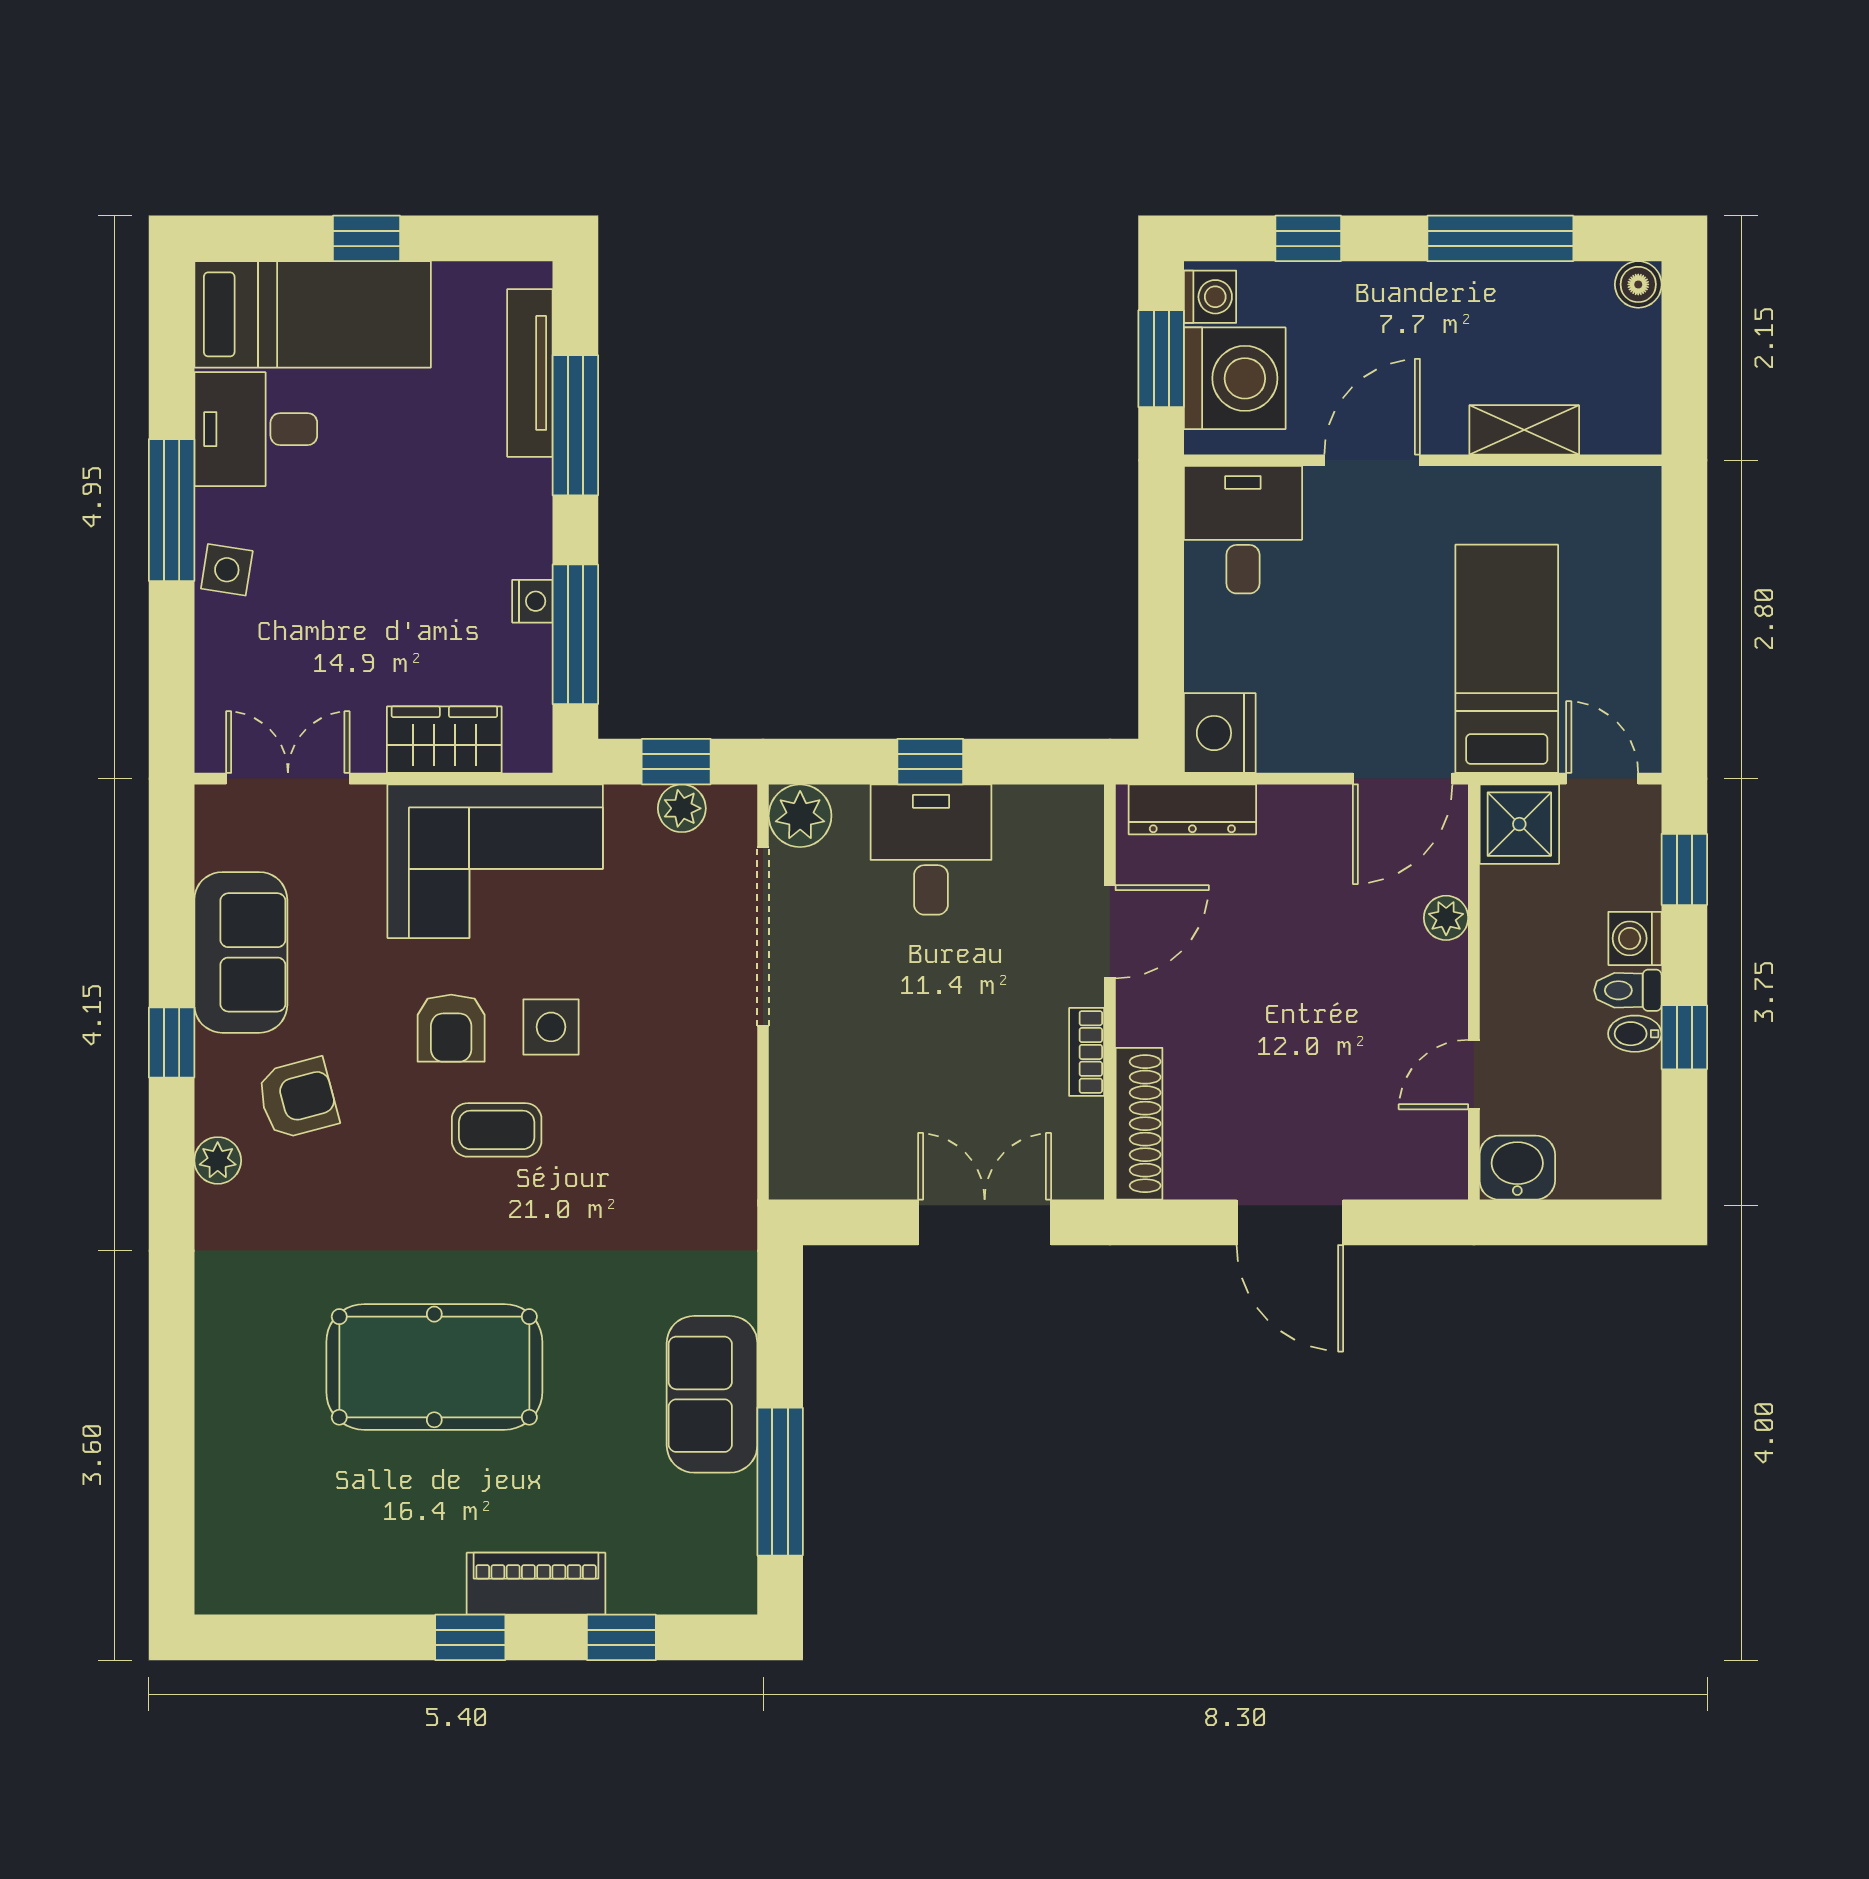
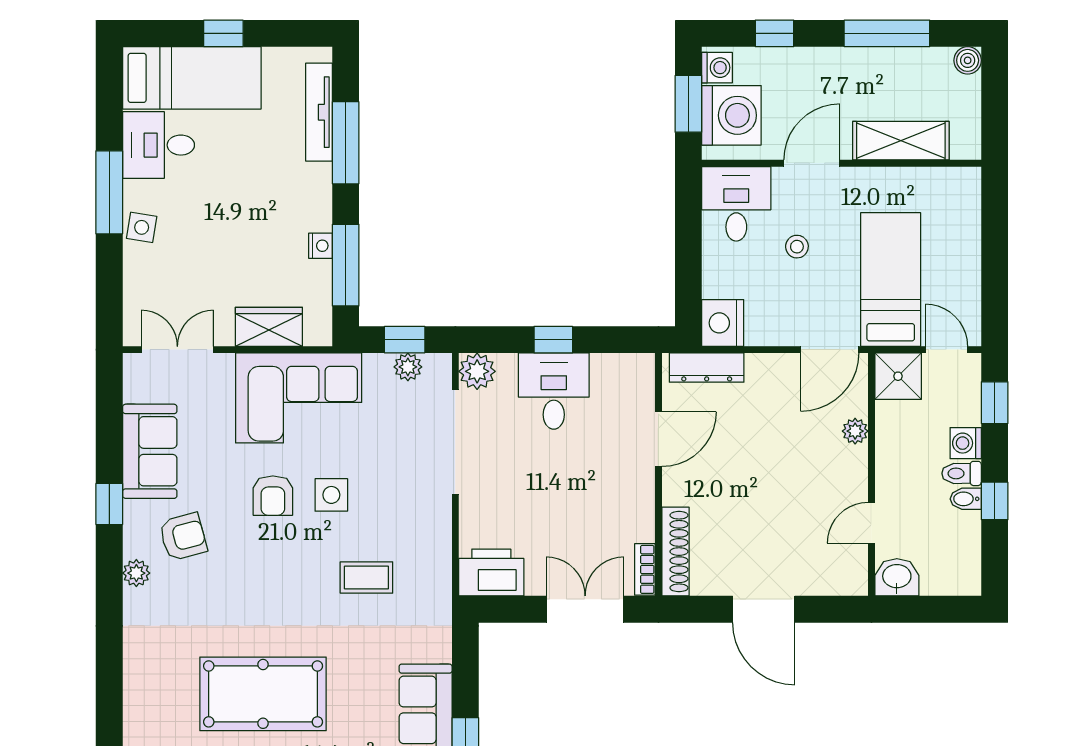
shelving: (1524, 430) -> (901, 141), width x1.50, depth x1.33
stool: (1347, 603) -> (797, 247), added
bookcase: (1087, 1052) -> (645, 569), moved
coffee table: (497, 1130) -> (366, 577), moved
printer: (824, 1160) -> (491, 573), added

